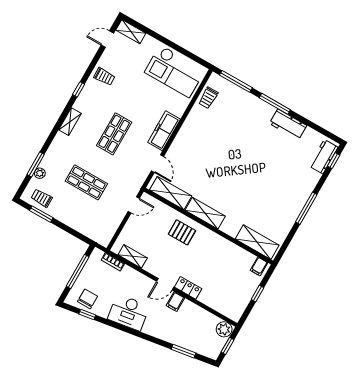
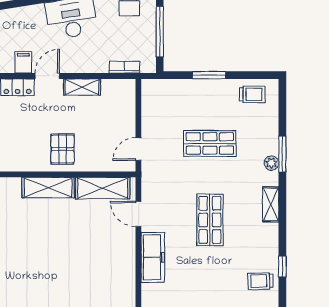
window: (79, 89) -> (282, 267), moved
window: (36, 164) -> (282, 154), moved
plant: (40, 173) -> (271, 163), moved
window: (41, 214) -> (209, 75), moved
pallet: (182, 232) -> (63, 149), turned 90
shelving: (133, 256) -> (82, 87), moved

